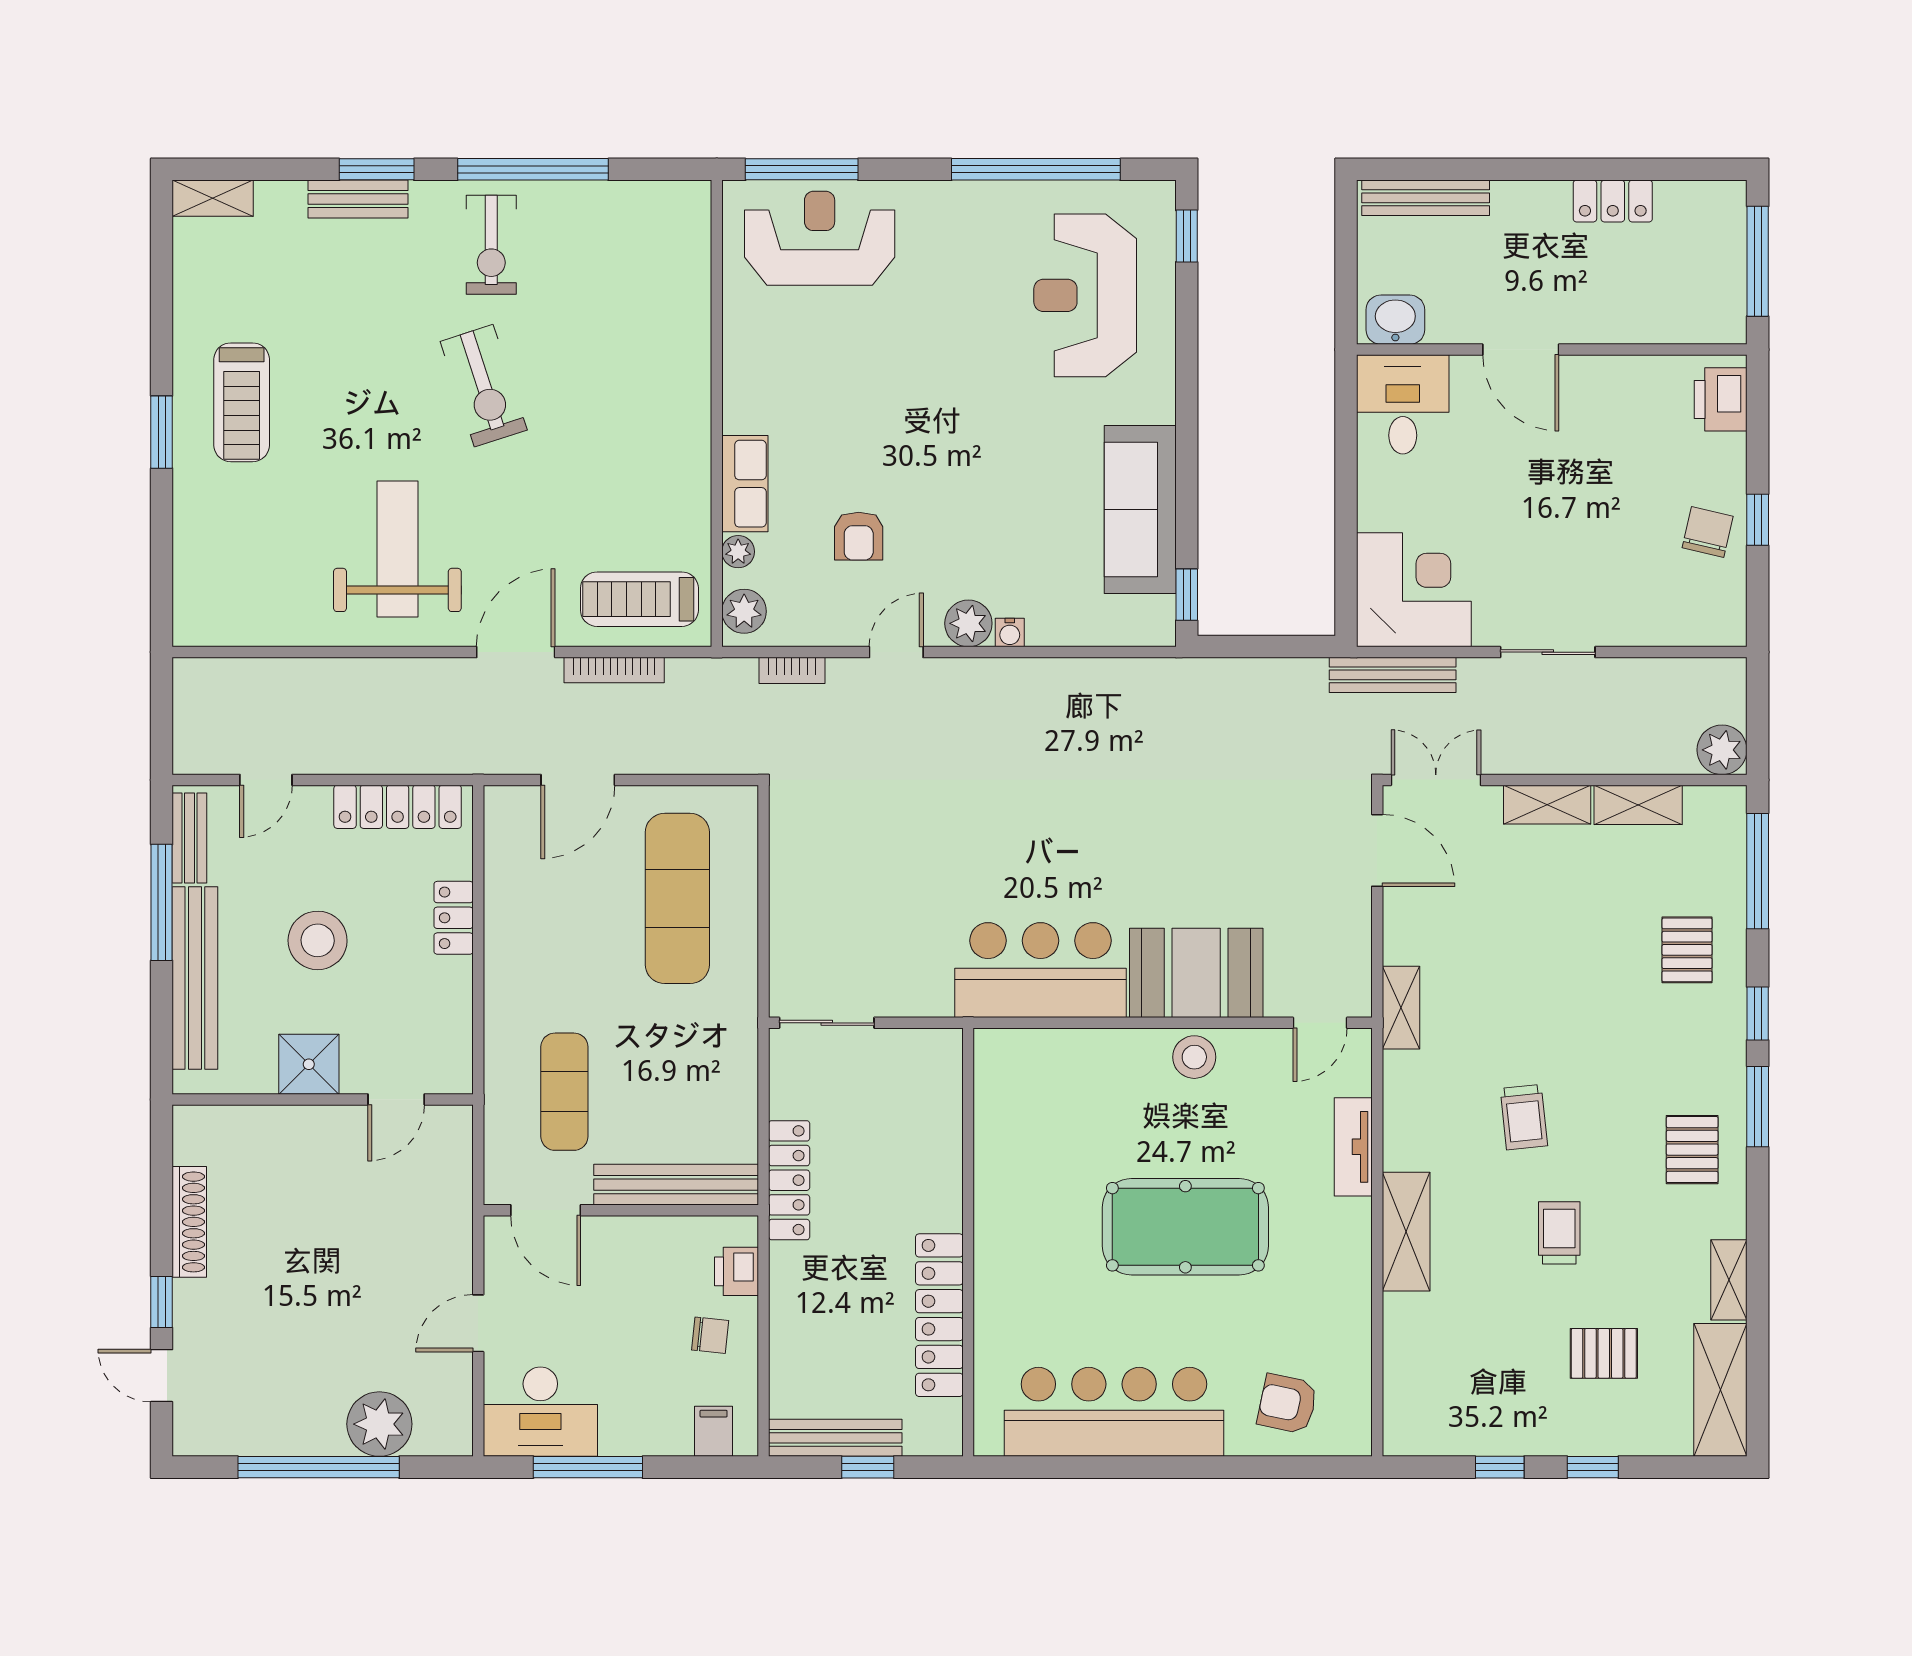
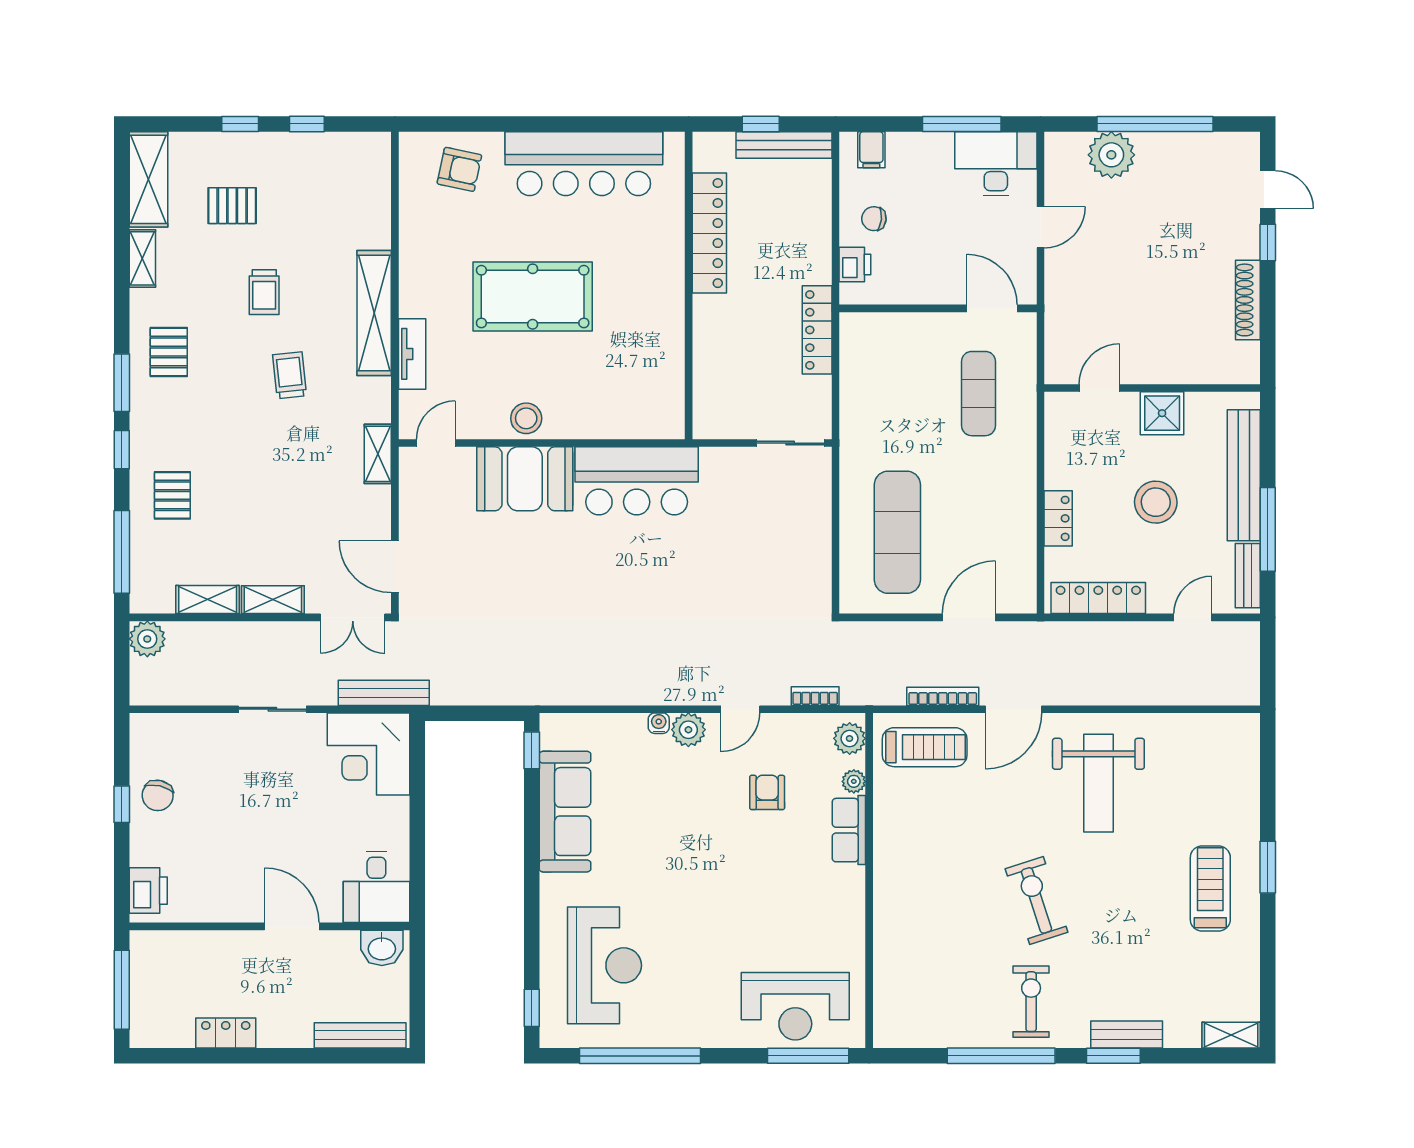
bench: (676, 1185) -> (898, 327), removed
shelving: (1406, 1232) -> (374, 313), width x1.47

